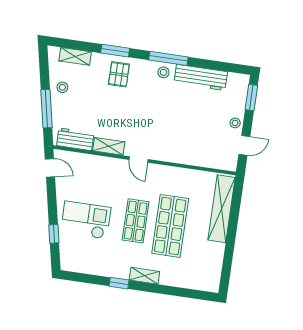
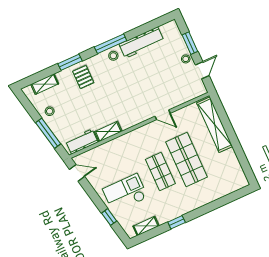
window: (251, 97) -> (190, 43), moved
door: (139, 159) -> (163, 115), moved
shelving: (144, 276) -> (146, 226), moved

